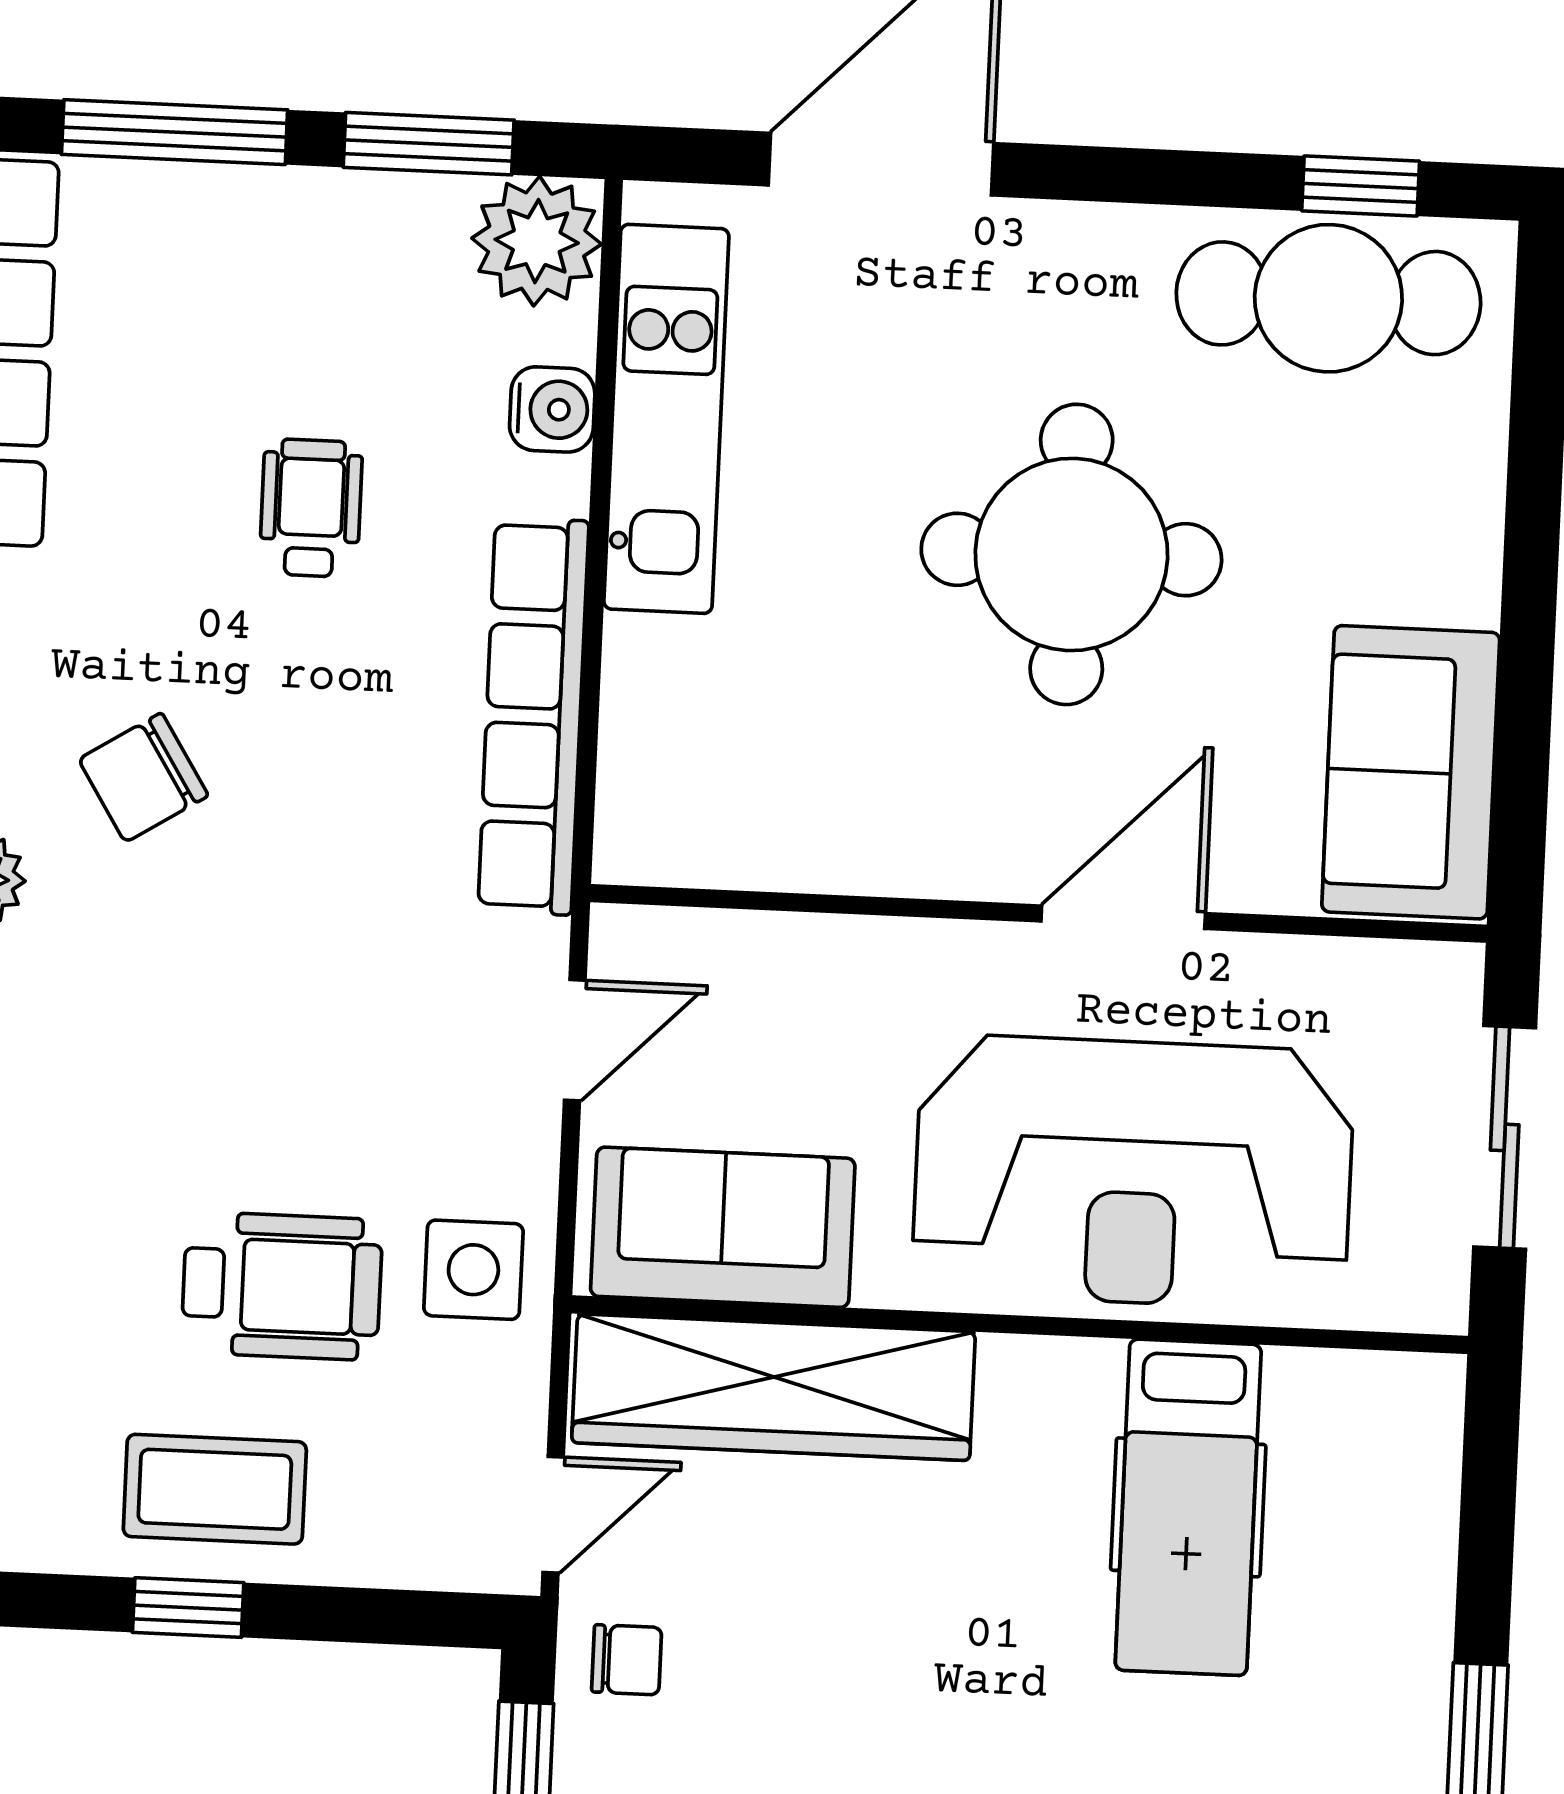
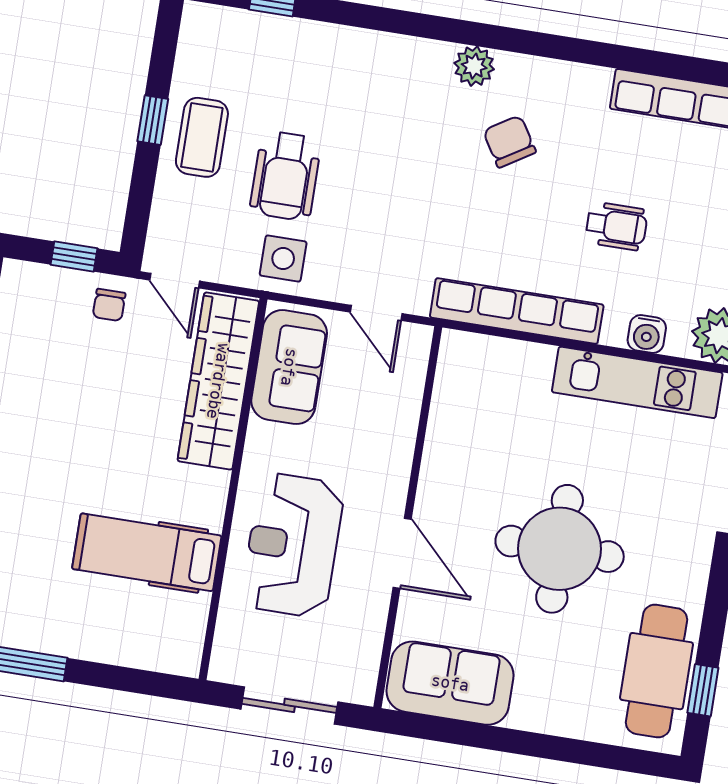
reception desk: (1133, 1172) -> (293, 545), width x0.74, depth x0.77

